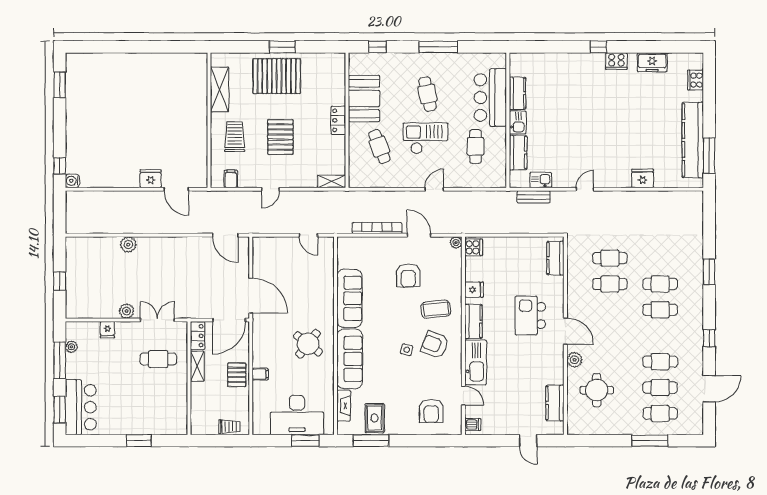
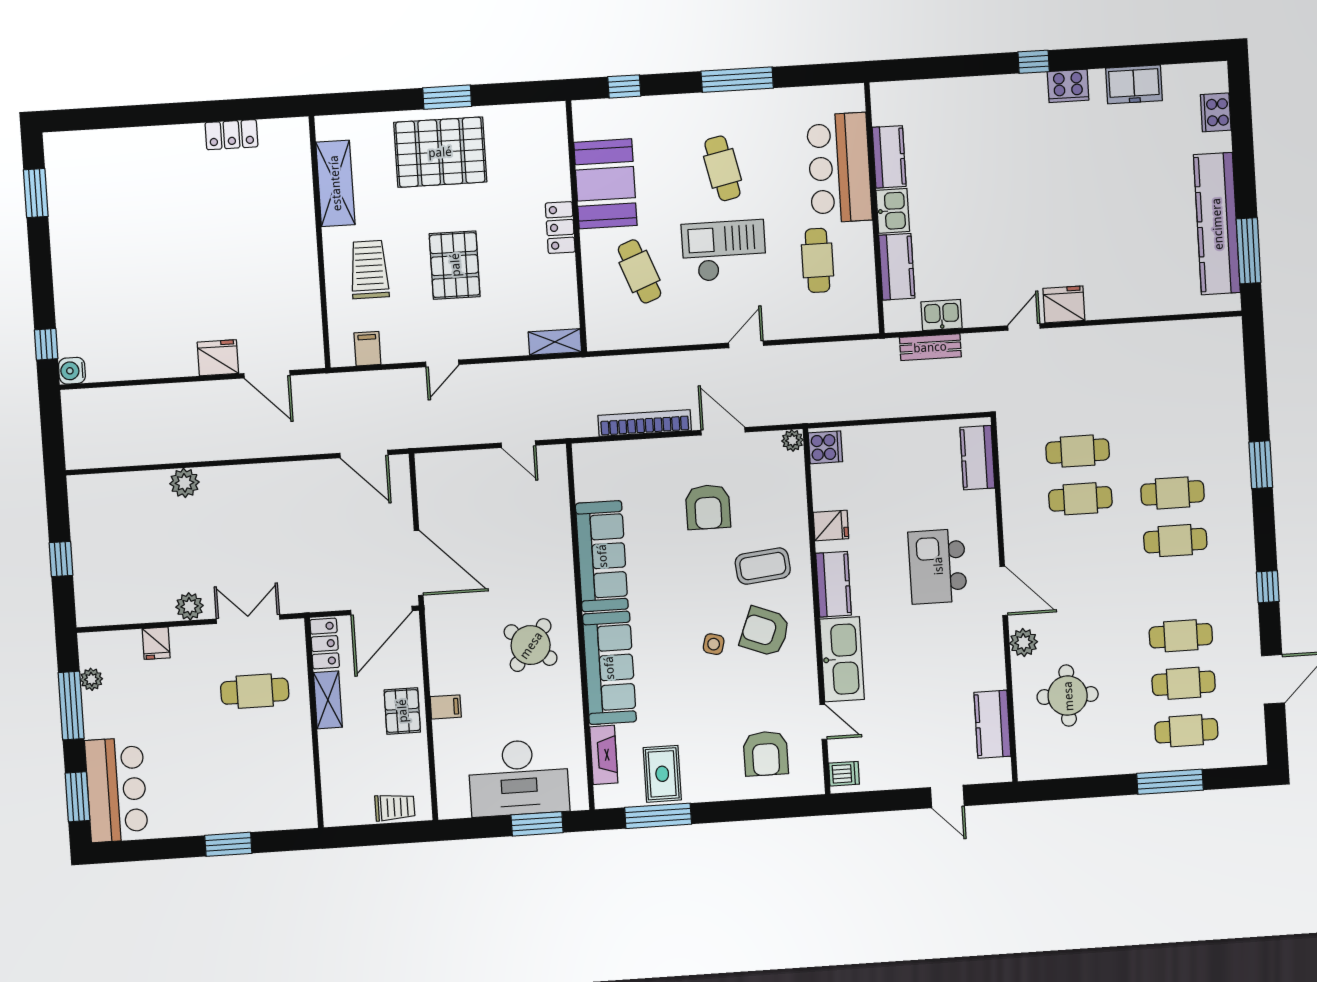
locker: (166, 60) -> (231, 135), added
fridge: (643, 178) -> (1064, 304), moved

